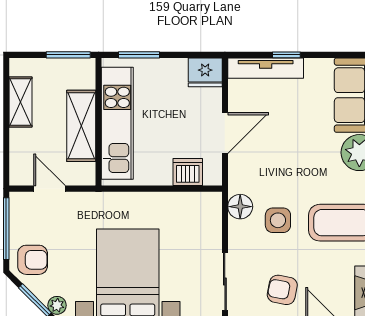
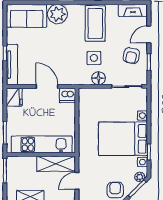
shelving: (81, 126) -> (56, 164), moved
dishwasher: (188, 172) -> (67, 95), moved, turned -90
floor lamp: (240, 207) -> (99, 78), moved

